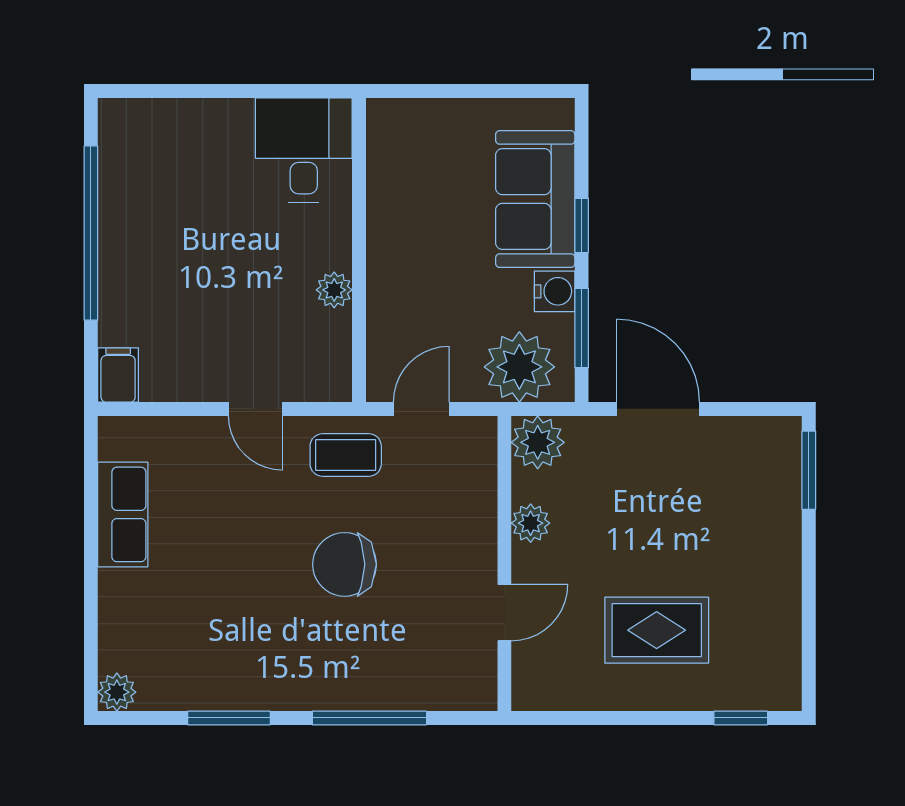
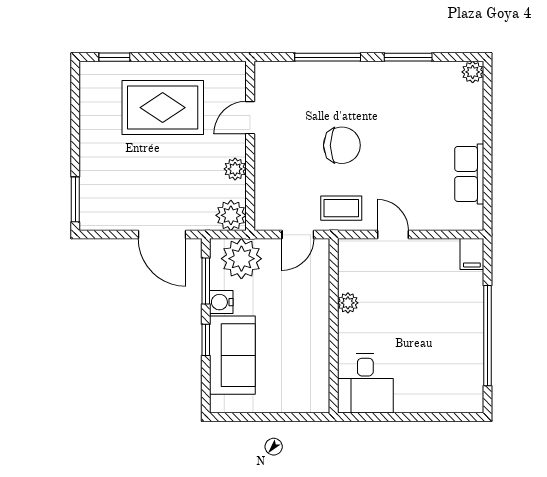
rug: (657, 630) -> (163, 108), width x1.36, depth x1.43

